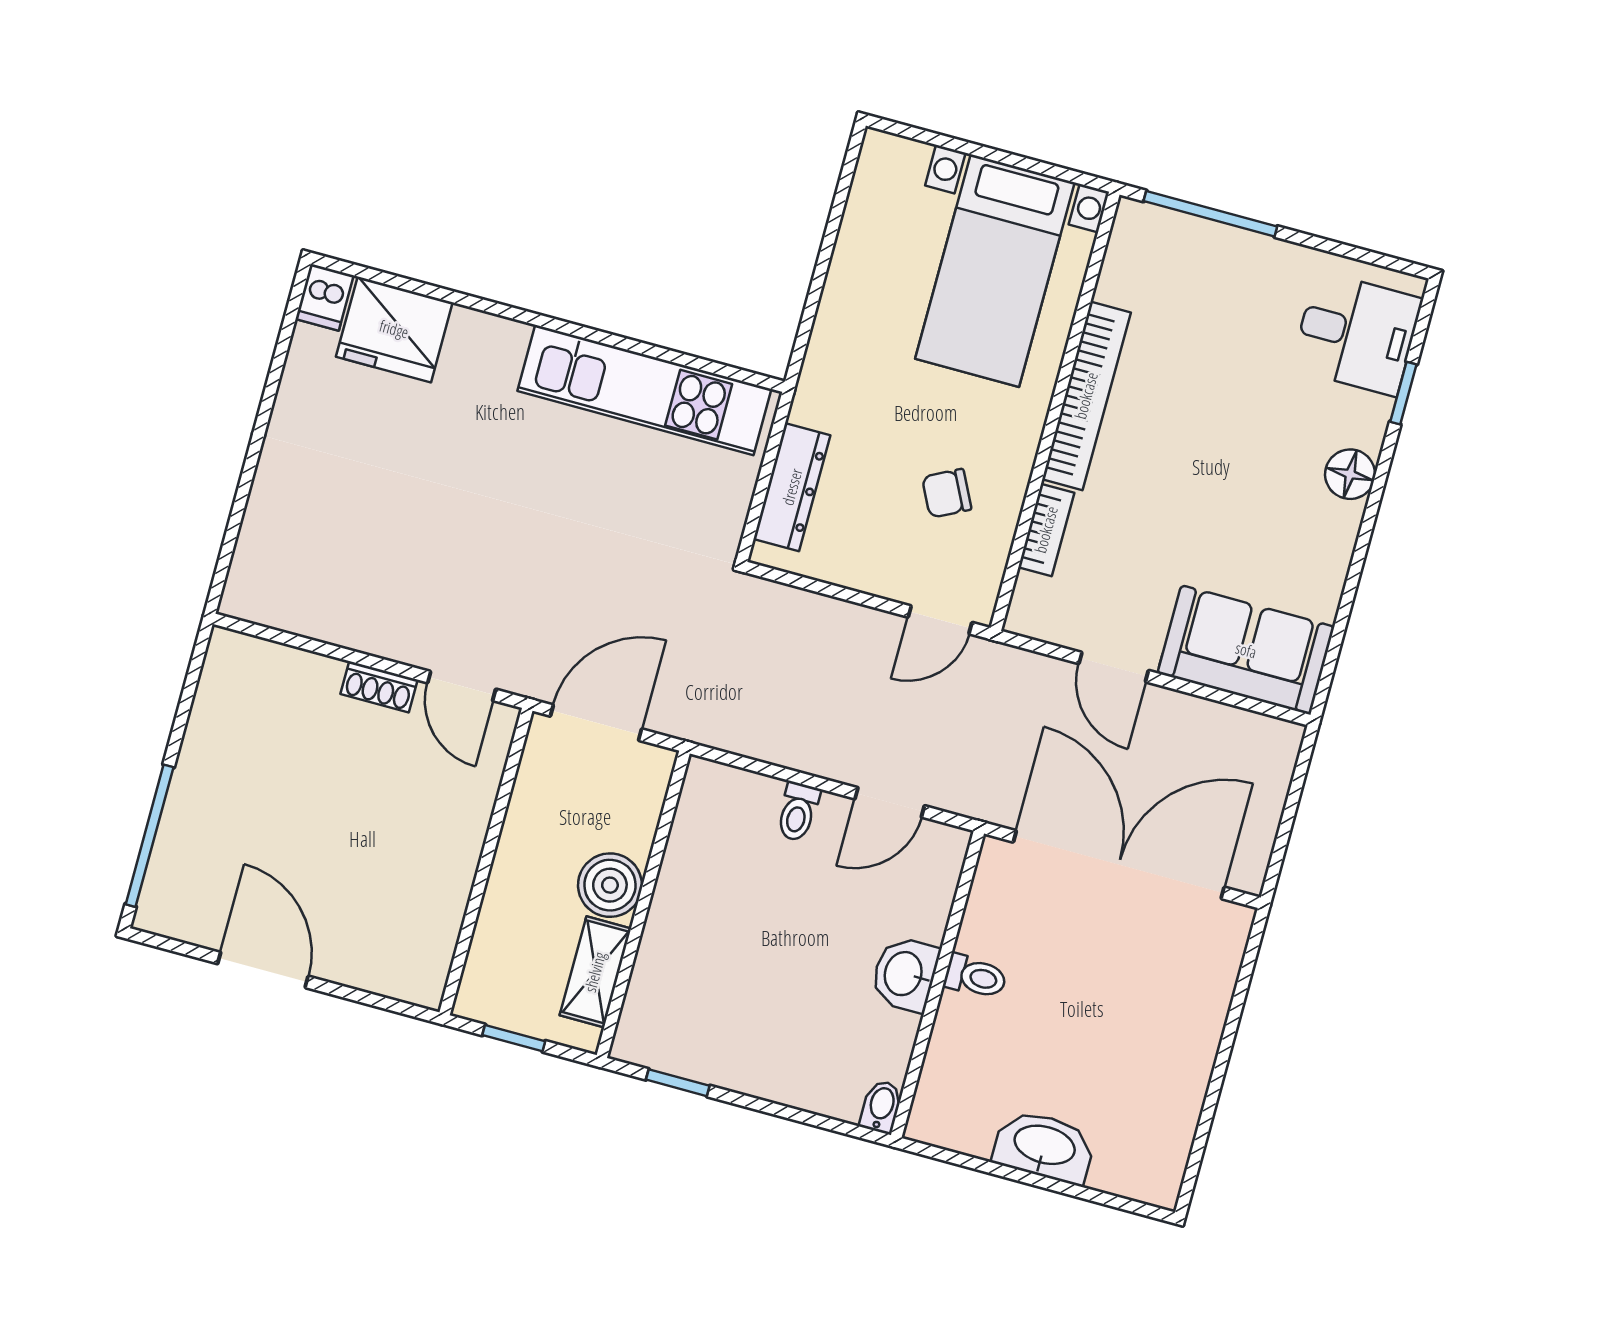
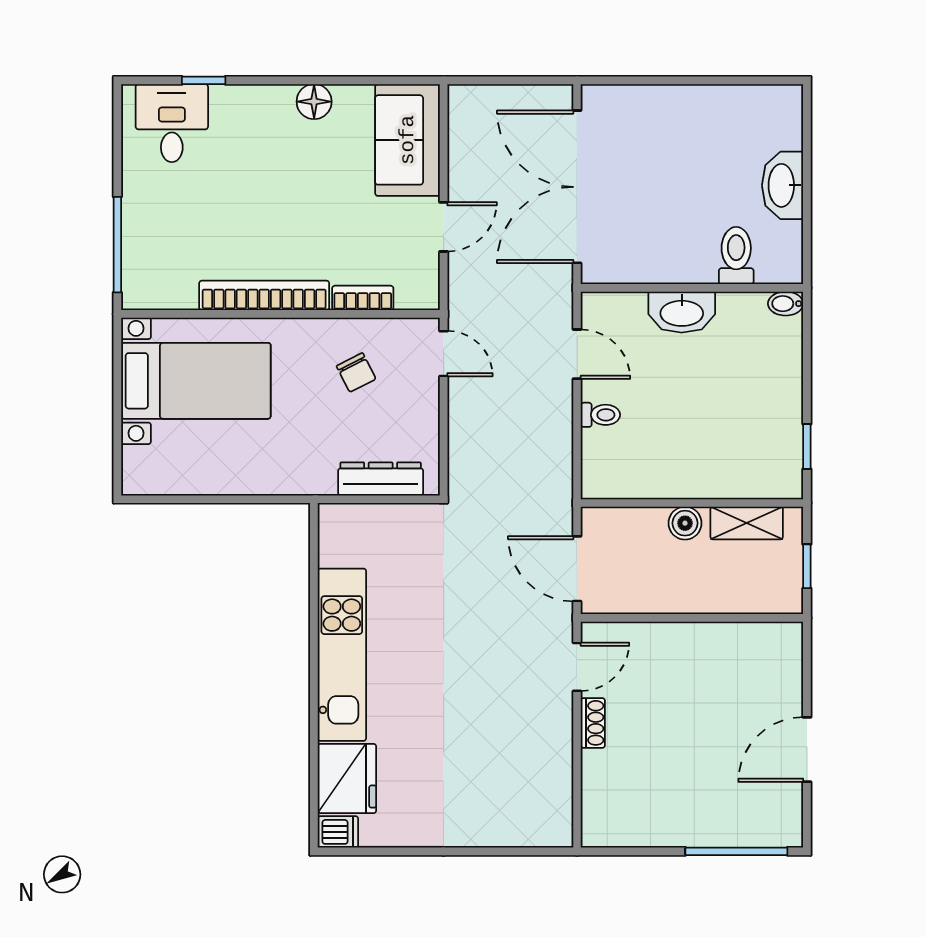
kitchen unit: (644, 390) -> (342, 655), moved
floor lamp: (1350, 474) -> (314, 102), moved
boiler: (610, 885) -> (685, 523), width x0.73, depth x0.73
washbasin: (905, 974) -> (682, 312), width x1.38
toilet: (975, 977) -> (736, 256), moved, width x1.37, depth x1.39

